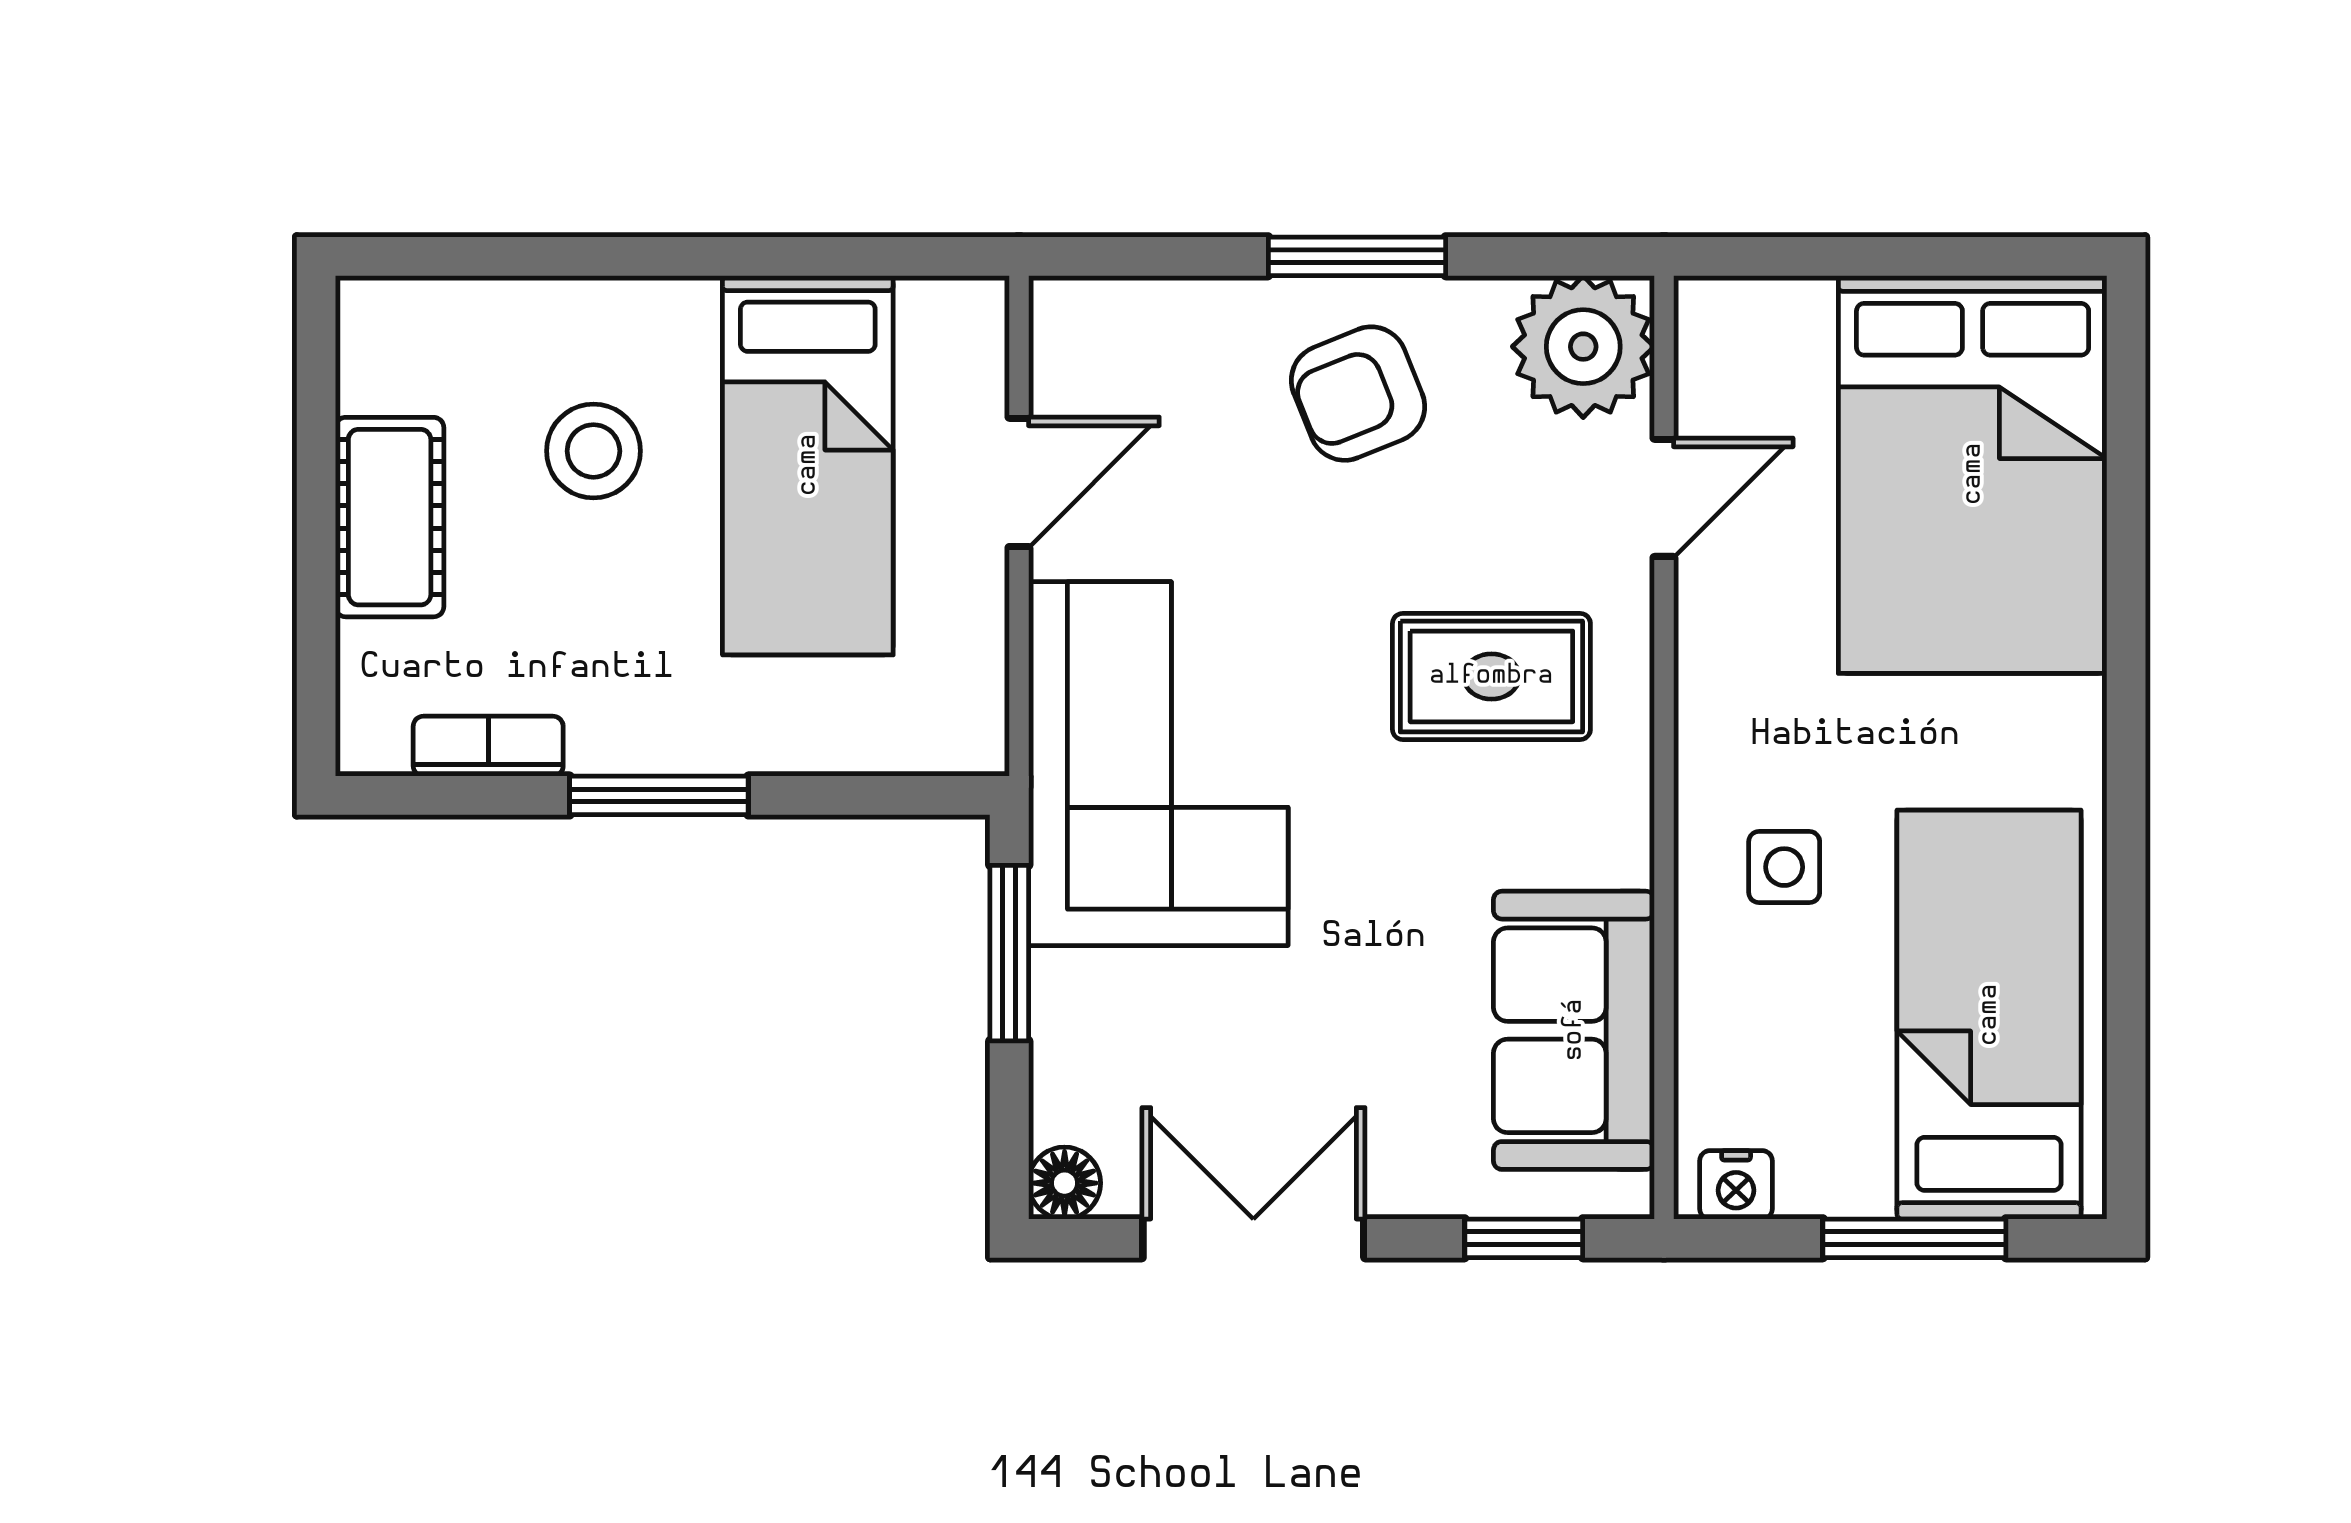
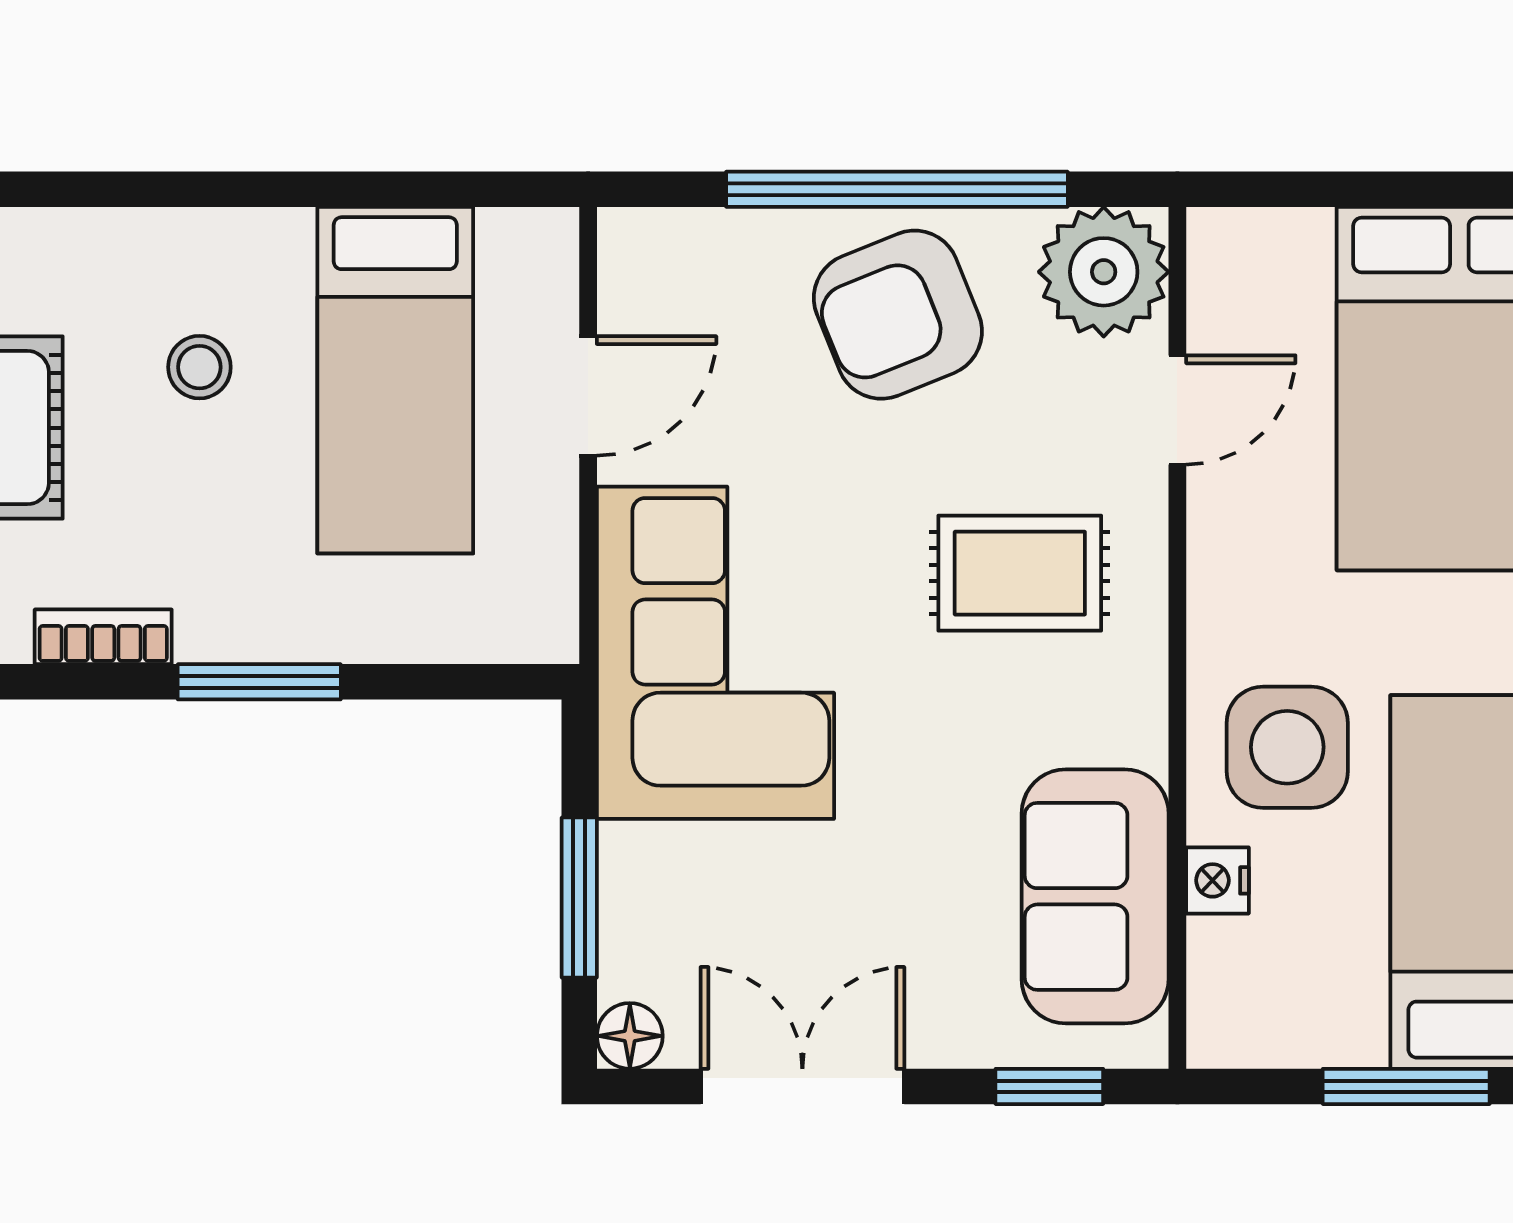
window: (1357, 256) -> (897, 189), width x2.11
armchair: (1358, 394) -> (898, 315), width x1.38, depth x1.38
stool: (593, 451) -> (199, 367), width x0.73, depth x0.73
side table: (1784, 867) -> (1287, 747), width x1.87, depth x1.87
window: (1009, 953) -> (579, 898), moved
nightstand: (1736, 1185) -> (1217, 880), moved, turned 90

